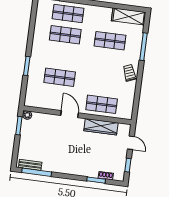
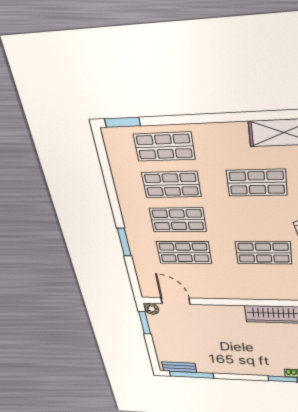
shop shelf: (62, 56) -> (178, 220), added
shop shelf: (102, 104) -> (264, 253), moved
door: (70, 114) -> (175, 301), moved

